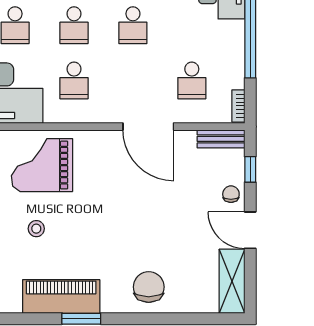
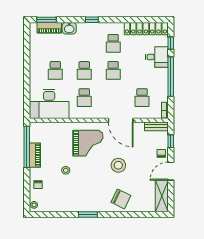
grand piano: (42, 165) -> (88, 143), moved, turned 180
stool: (143, 218) -> (118, 165), added
door: (250, 230) -> (171, 171), hinge flipped
chair: (149, 287) -> (121, 199), turned 116
piano: (61, 296) -> (78, 204), removed

